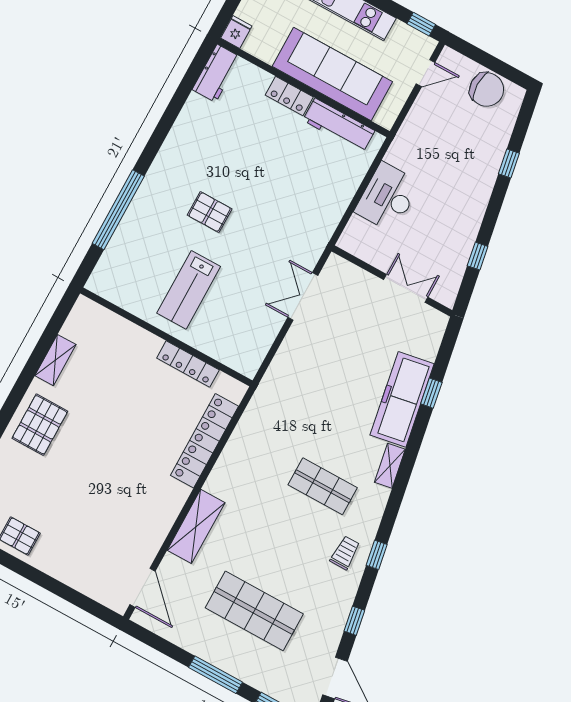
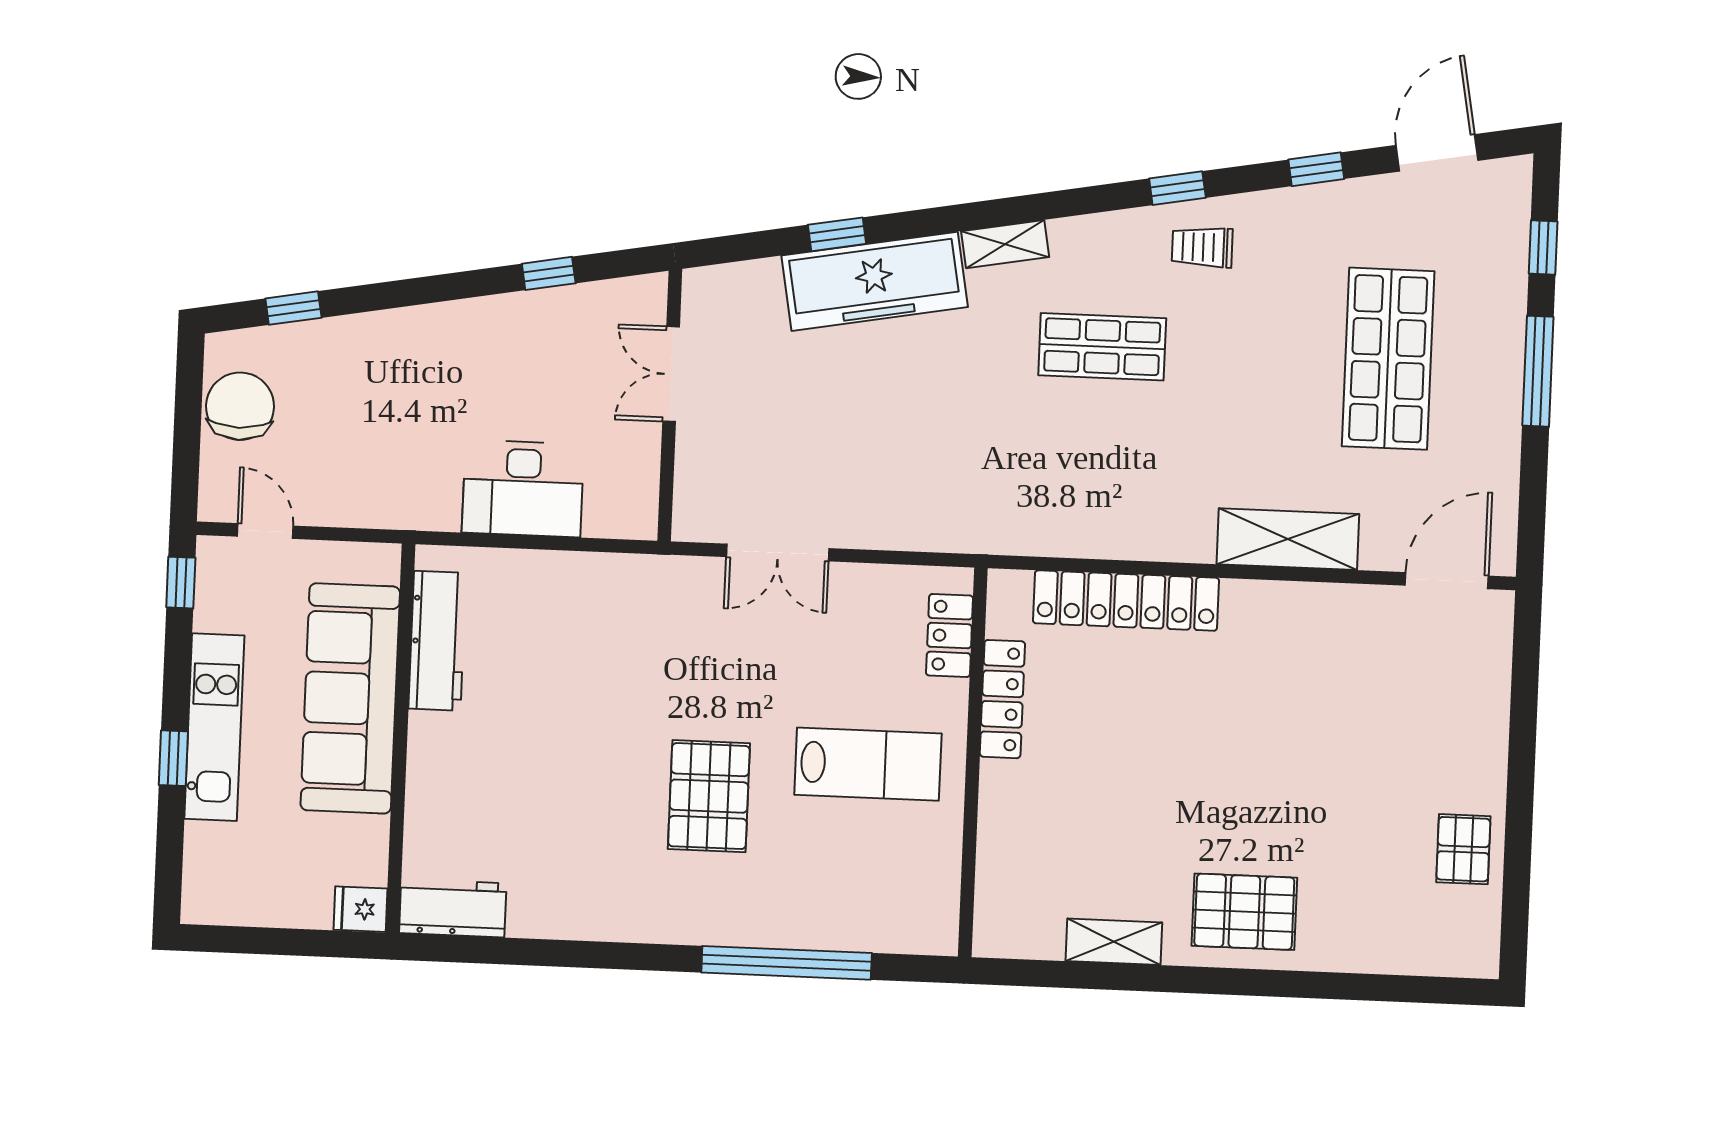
locker: (289, 96) -> (950, 636), moved, turned 180
window: (509, 164) -> (293, 308), moved
pallet: (210, 212) -> (709, 796), width x1.50, depth x1.42
shop shelf: (323, 486) -> (1102, 347), turned 90

